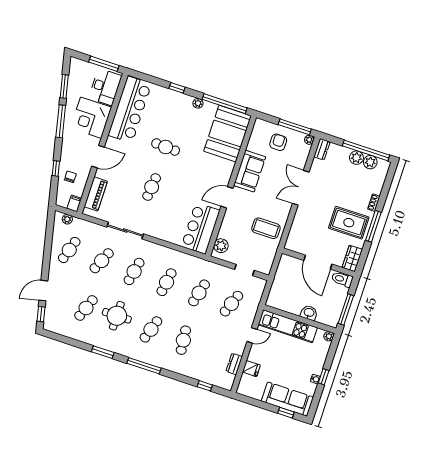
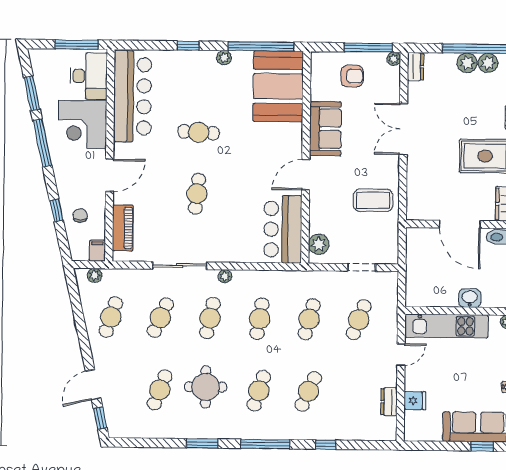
armchair: (278, 142) -> (352, 76), turned 90
plant: (153, 247) -> (225, 276), added
cafe table: (183, 340) -> (308, 391), turned 30
window: (205, 386) -> (326, 445), moved

